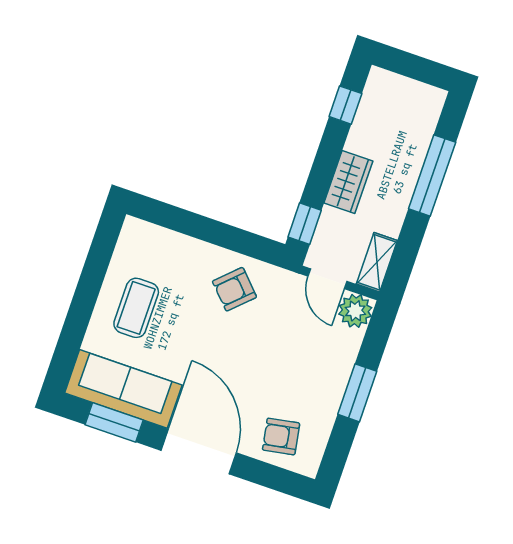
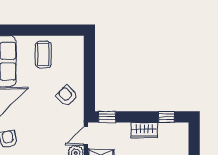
wardrobe: (348, 182) -> (144, 130), moved
coffee table: (136, 308) -> (43, 54), turned 90

